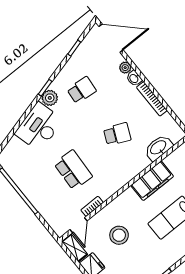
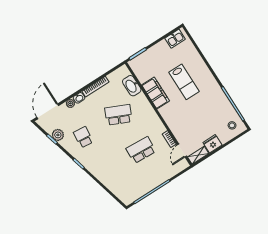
plant: (50, 98) -> (58, 135), moved
desk: (39, 127) -> (107, 171), removed
school desk: (117, 134) -> (118, 115), width x1.85
door: (79, 225) -> (182, 151), swing flipped
stool: (119, 235) -> (193, 122), removed

